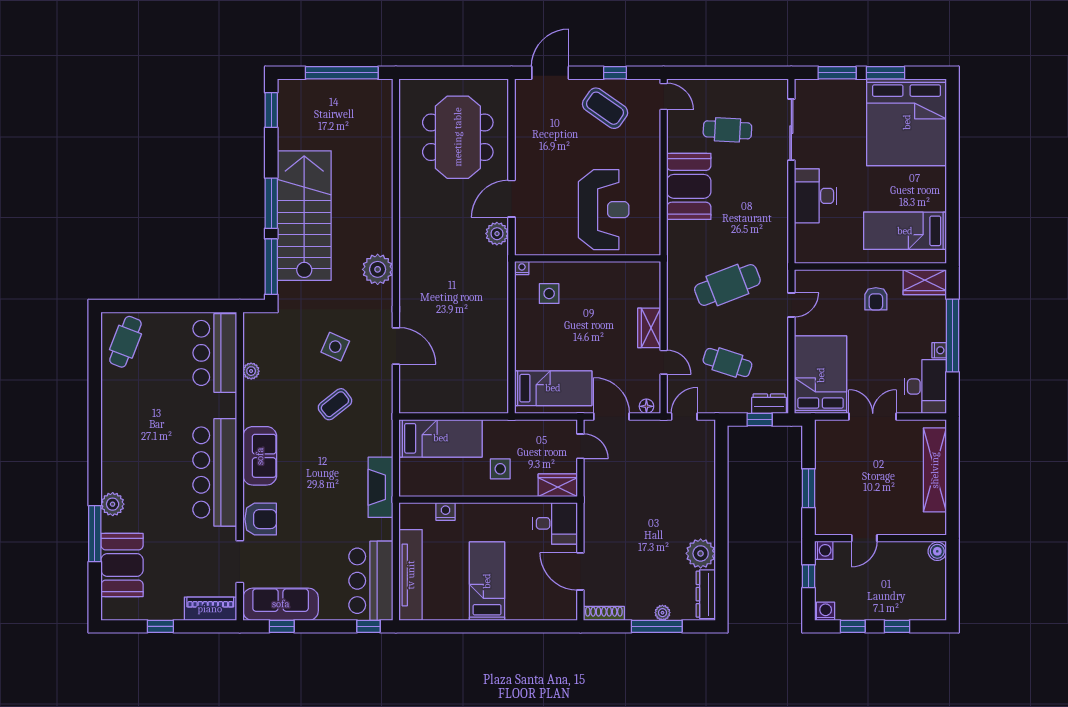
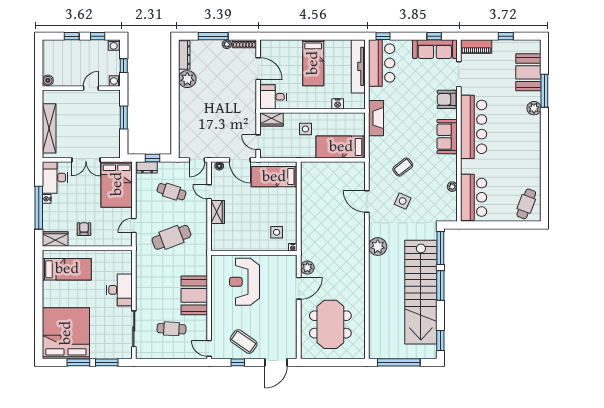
stairs: (304, 216) -> (421, 292), width x1.36
plant: (662, 613) -> (227, 44), moved

